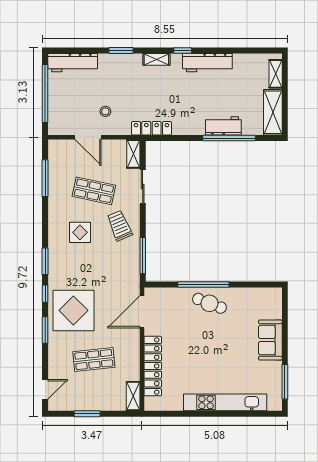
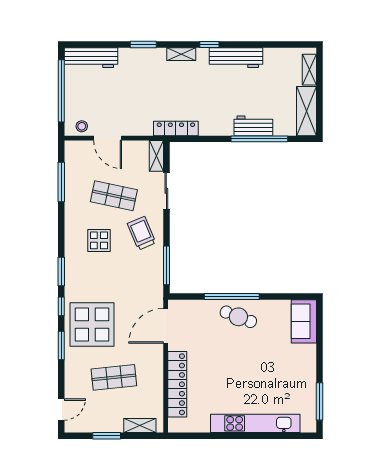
stool: (105, 111) -> (82, 126), moved
sofa: (270, 340) -> (304, 321), moved
shelving: (133, 396) -> (140, 425), moved, turned 90

